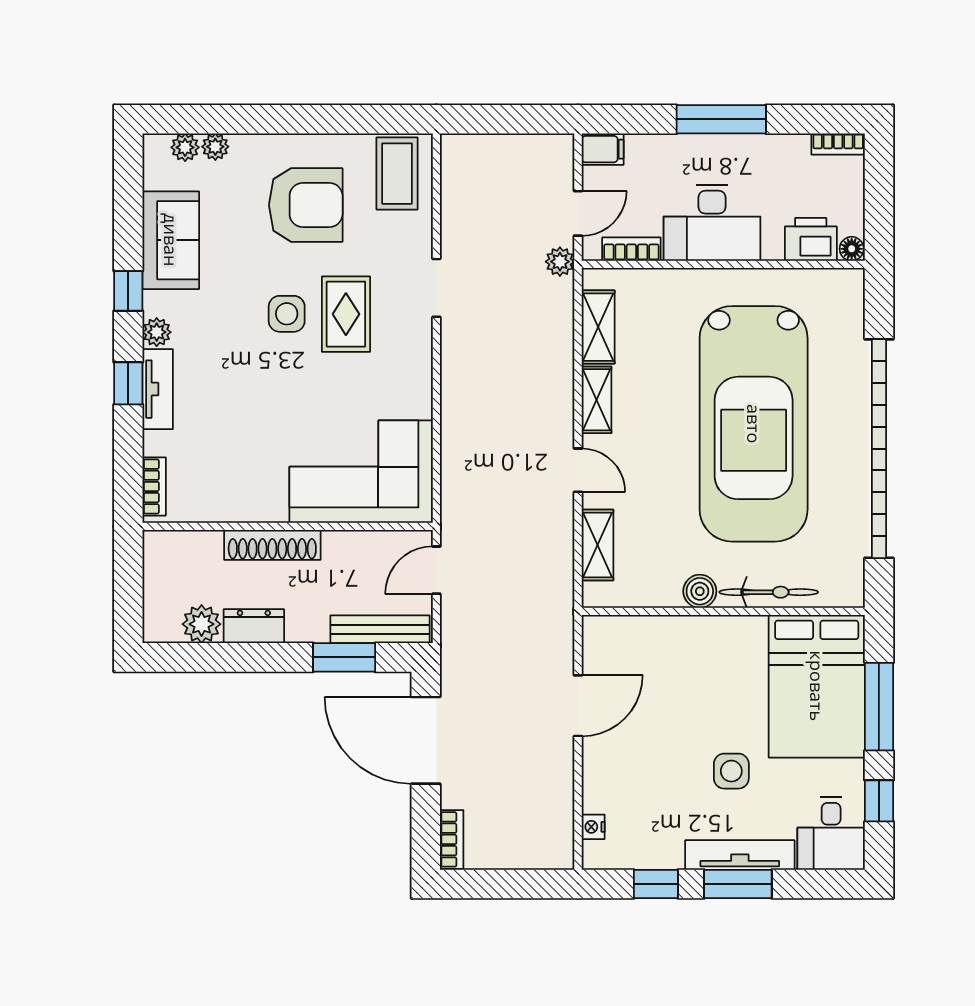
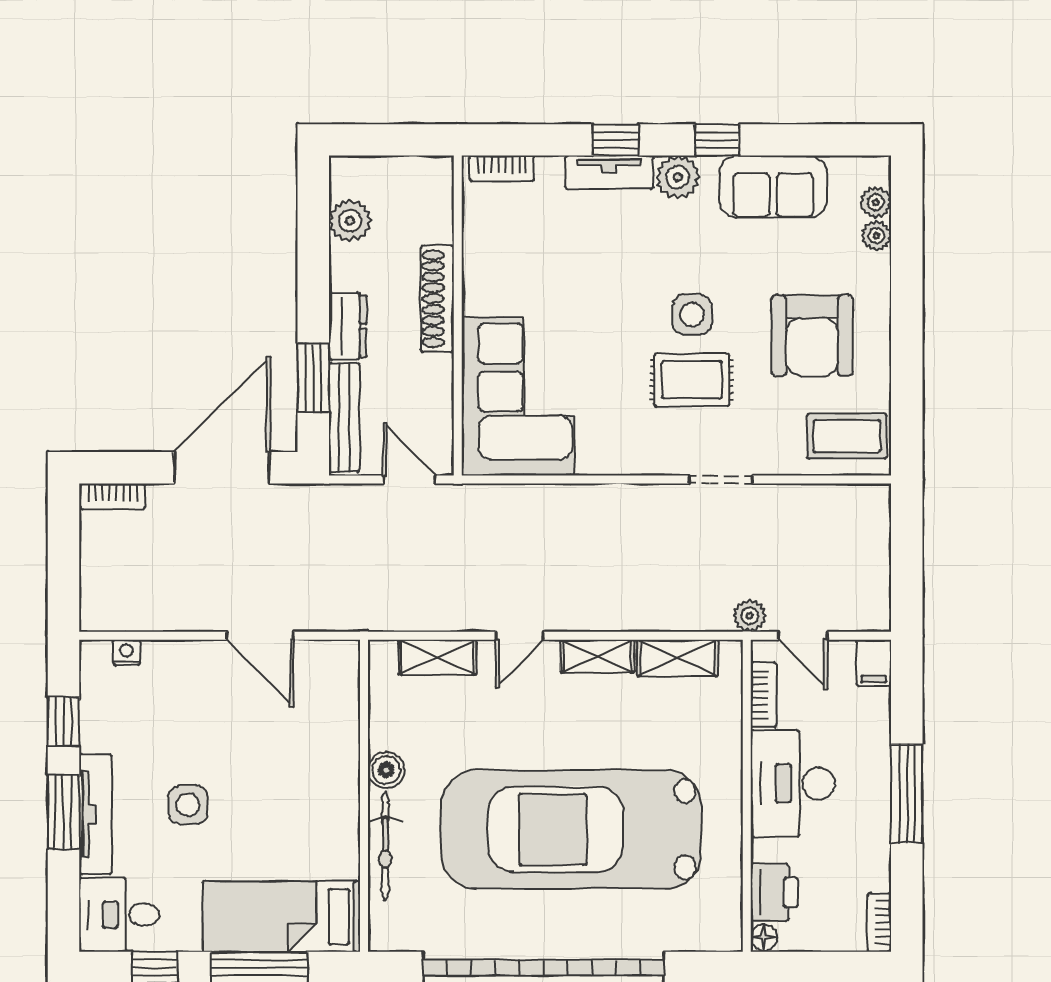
plant: (157, 332) -> (678, 177), width x1.38, depth x1.38
dresser: (254, 626) -> (348, 326), moved
bed: (817, 686) -> (282, 917), width x0.67

